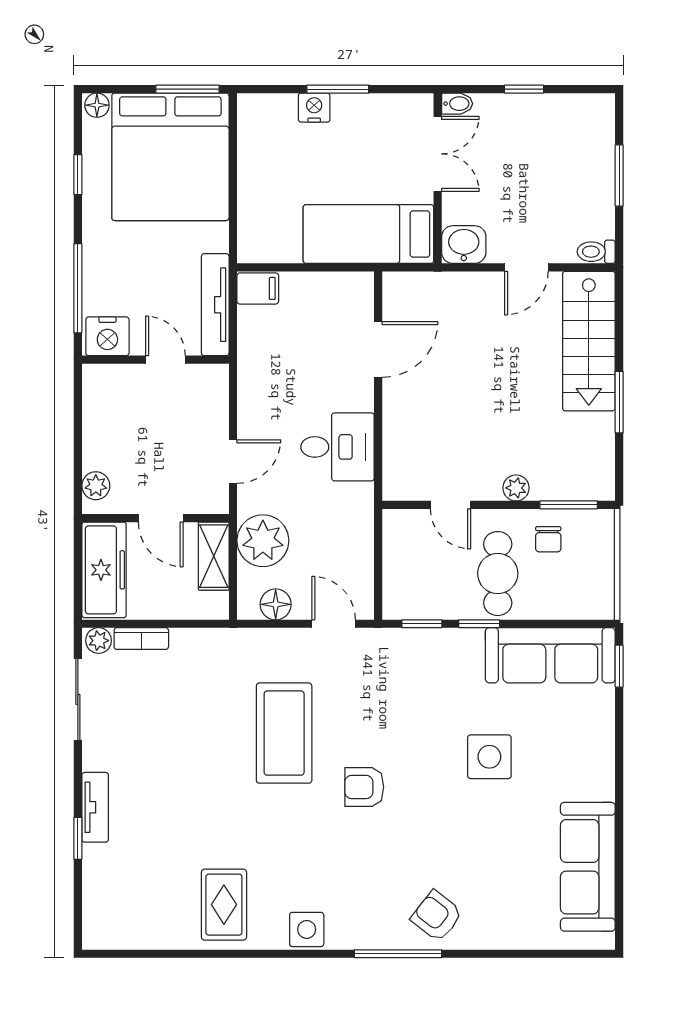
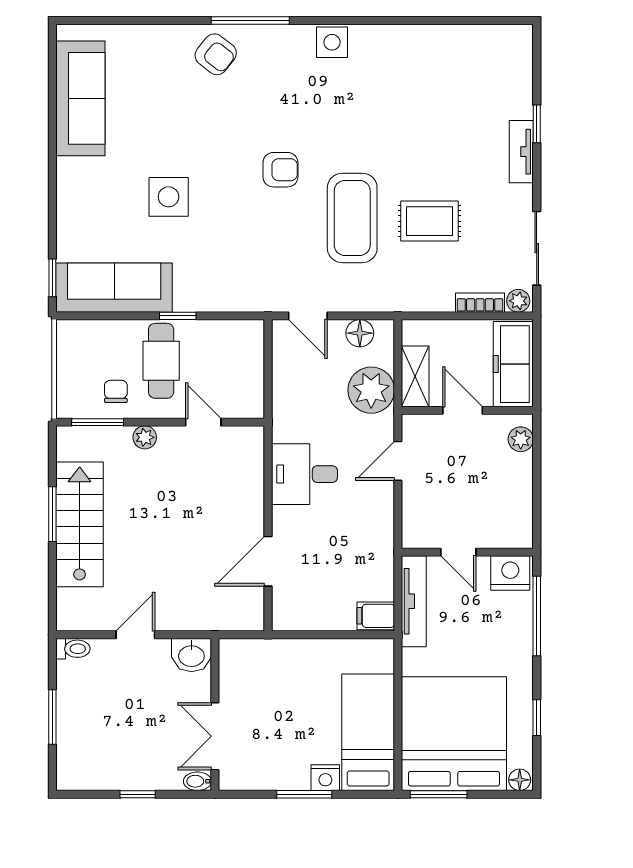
bed: (368, 234) -> (368, 732), moved, turned -90
stairs: (589, 341) -> (80, 524), moved
window: (422, 624) -> (229, 316), removed
rug: (224, 905) -> (430, 221), moved, turned 90

